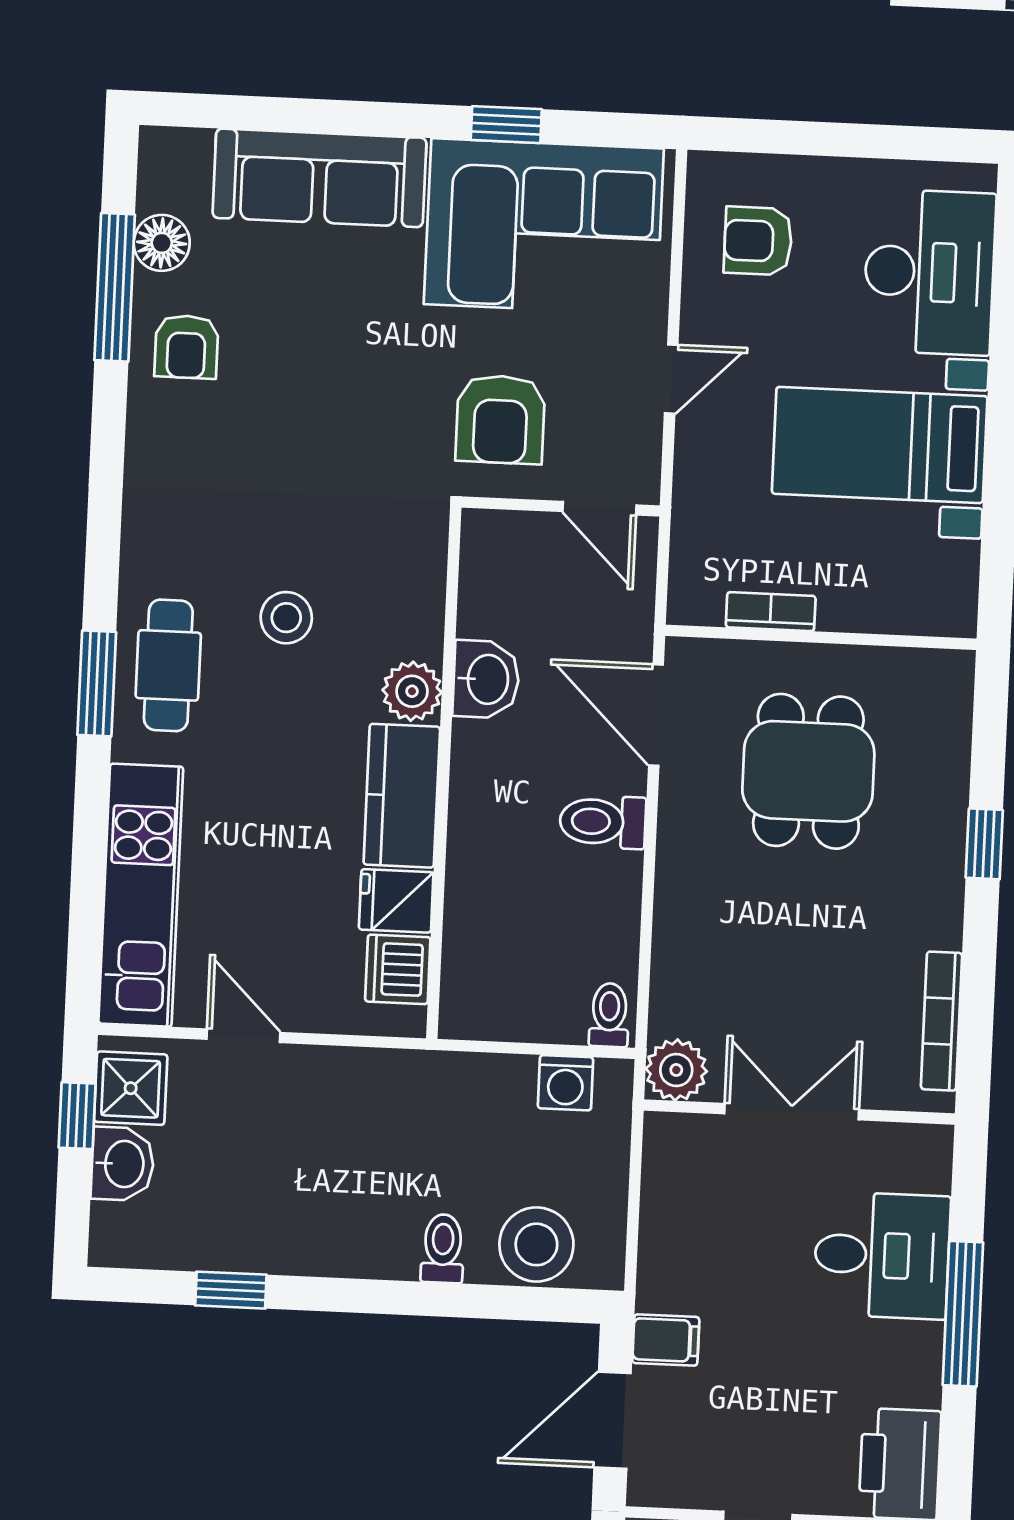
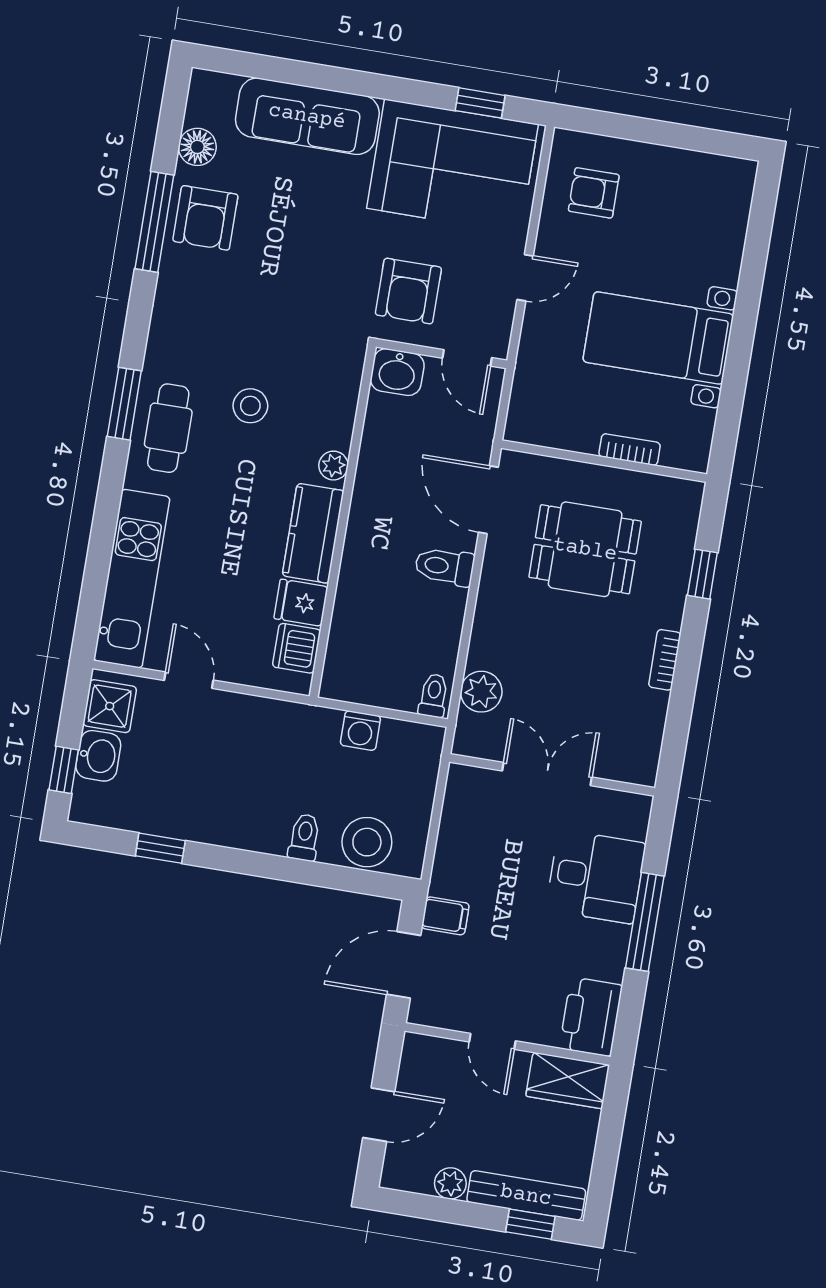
window: (506, 125) -> (480, 103), moved
desk: (929, 272) -> (705, 227), removed
window: (115, 287) -> (154, 222), moved
armchair: (186, 347) -> (205, 218), width x1.38, depth x1.38
bookcase: (771, 612) -> (630, 450), moved
washbasin: (486, 679) -> (397, 372), moved, turned 90
window: (97, 683) -> (124, 404), moved
plant: (412, 691) -> (333, 466), width x0.73, depth x0.73
dining table: (808, 771) -> (585, 549), turned 90
window: (984, 844) -> (702, 574), moved
bookcase: (942, 1021) -> (665, 660), moved, width x0.64
plant: (676, 1070) -> (481, 692), moved
washing machine: (565, 1083) -> (360, 731), moved
window: (77, 1116) -> (64, 770), moved

